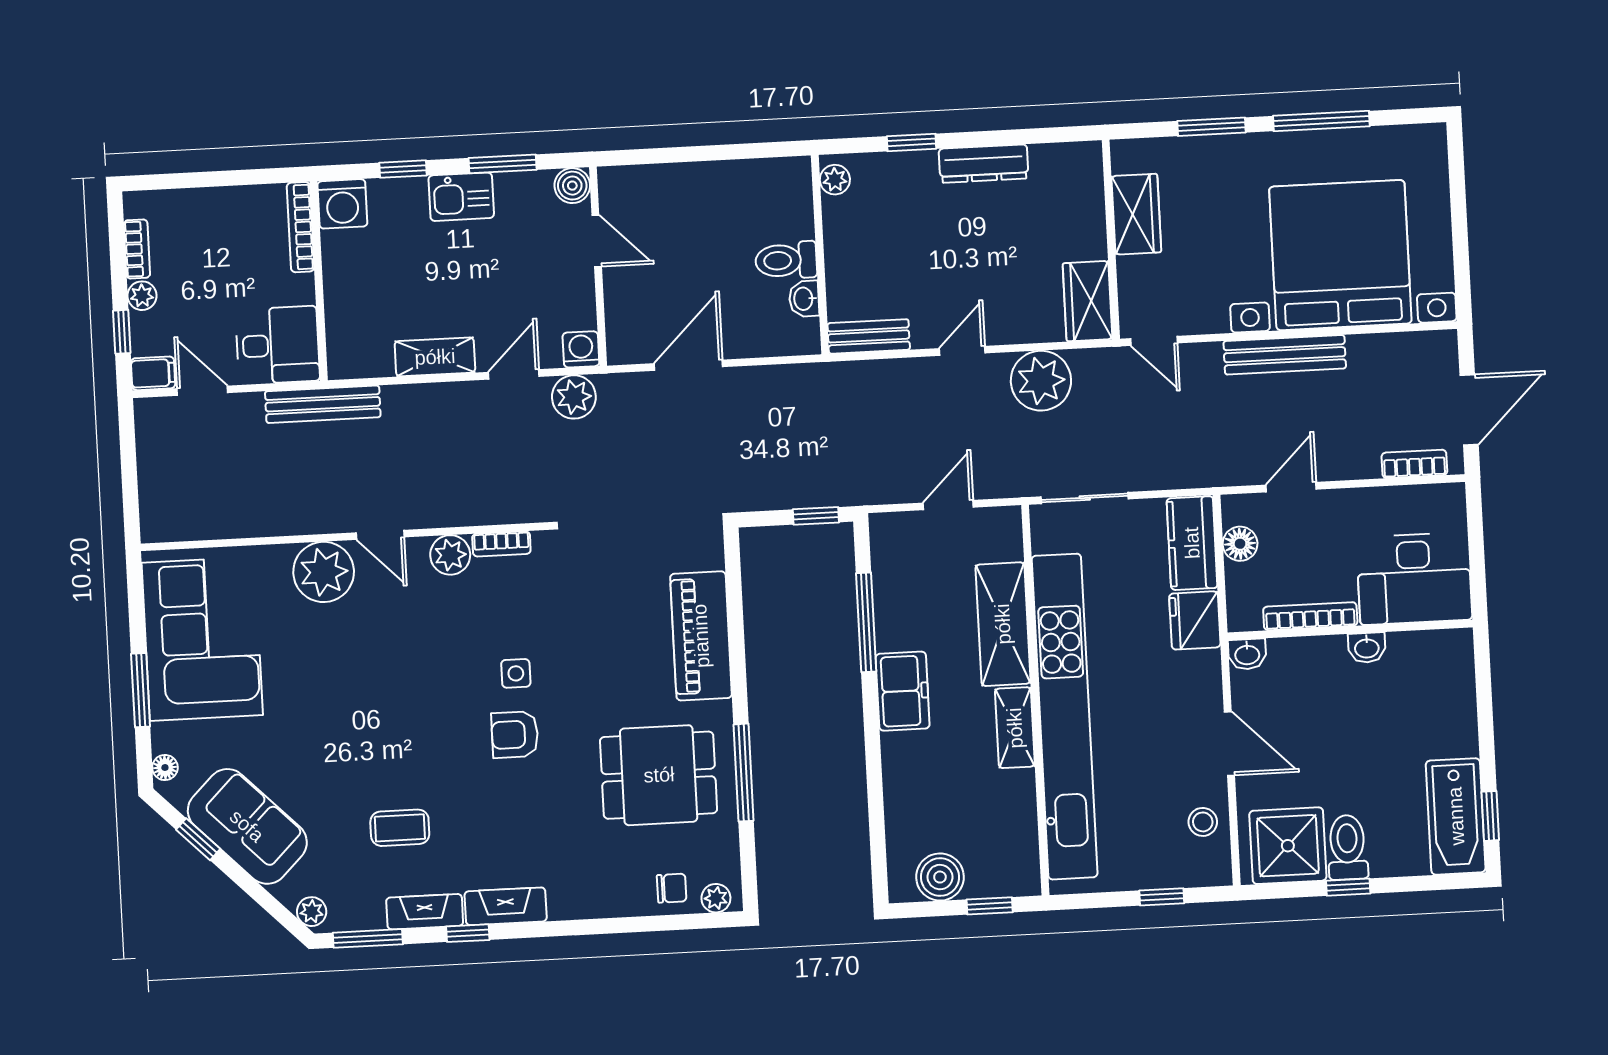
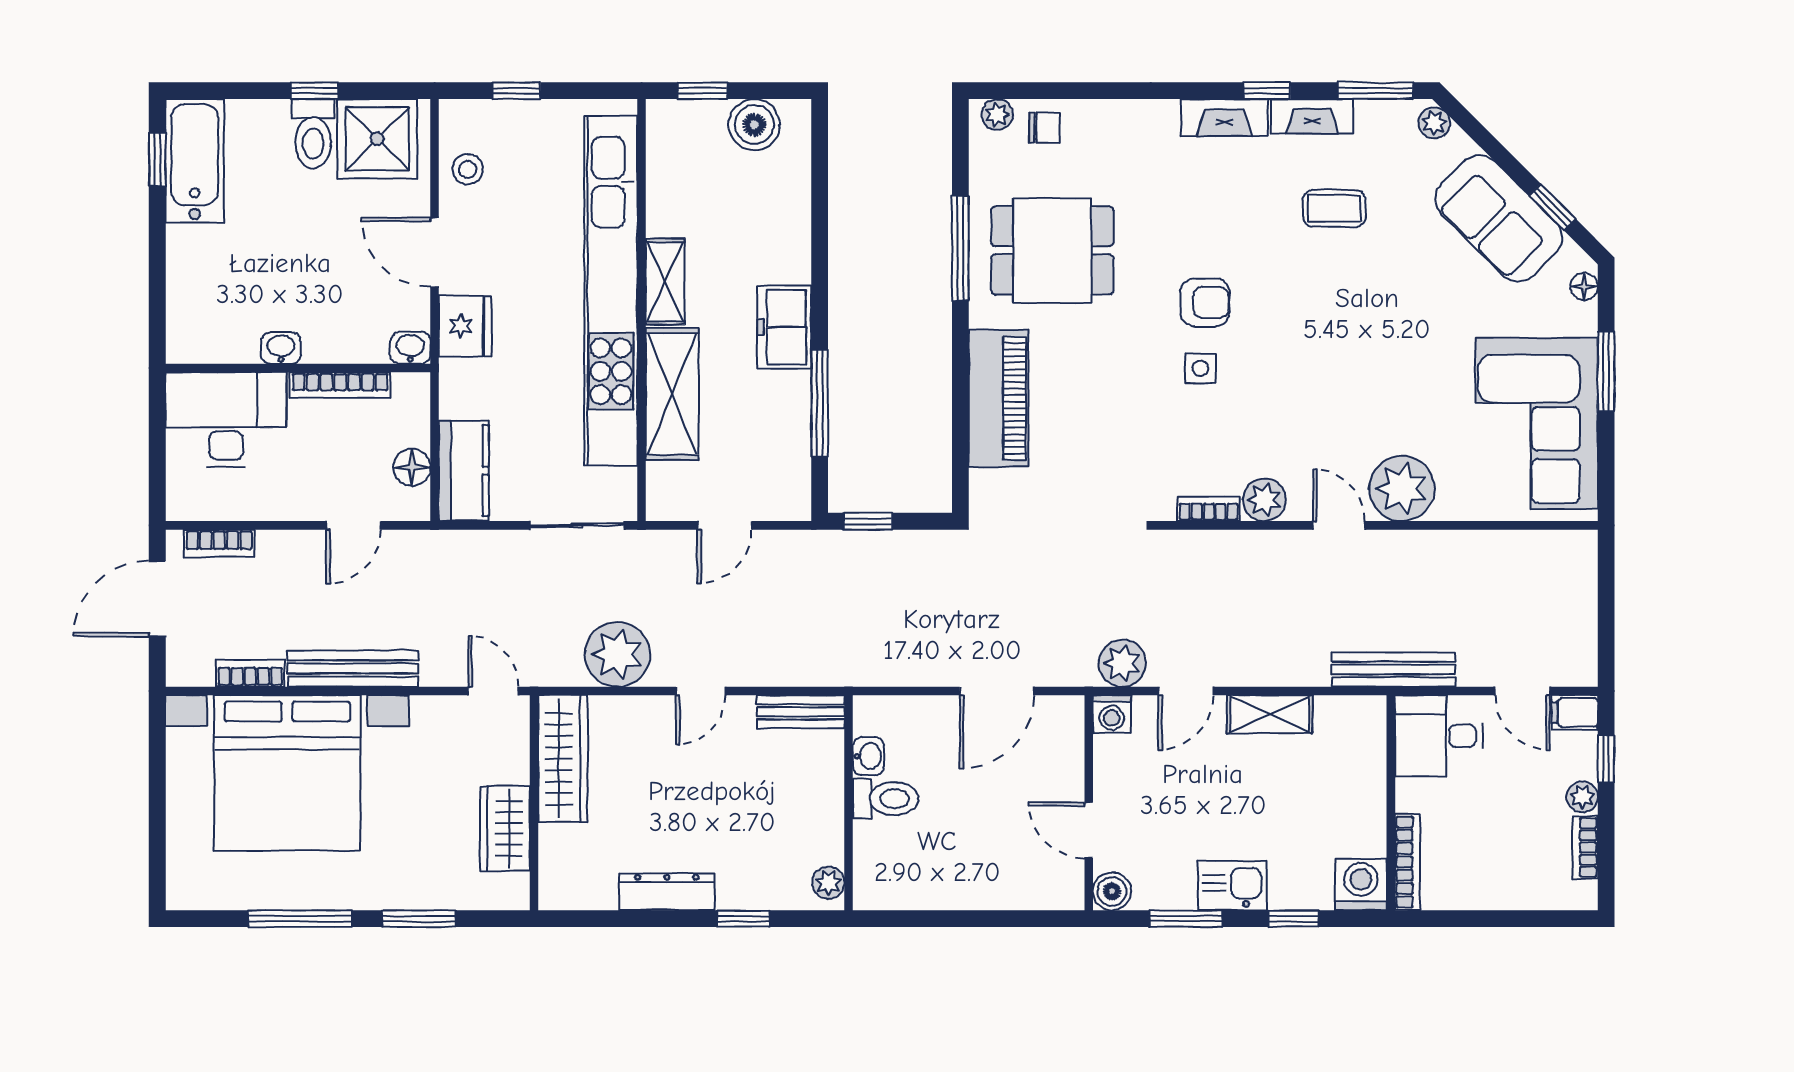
wardrobe: (1087, 301) -> (563, 759), width x1.50
bookcase: (1379, 345) -> (250, 673), added
fridge: (1195, 620) -> (465, 326), moved
chair: (672, 888) -> (1044, 128), turned 180

